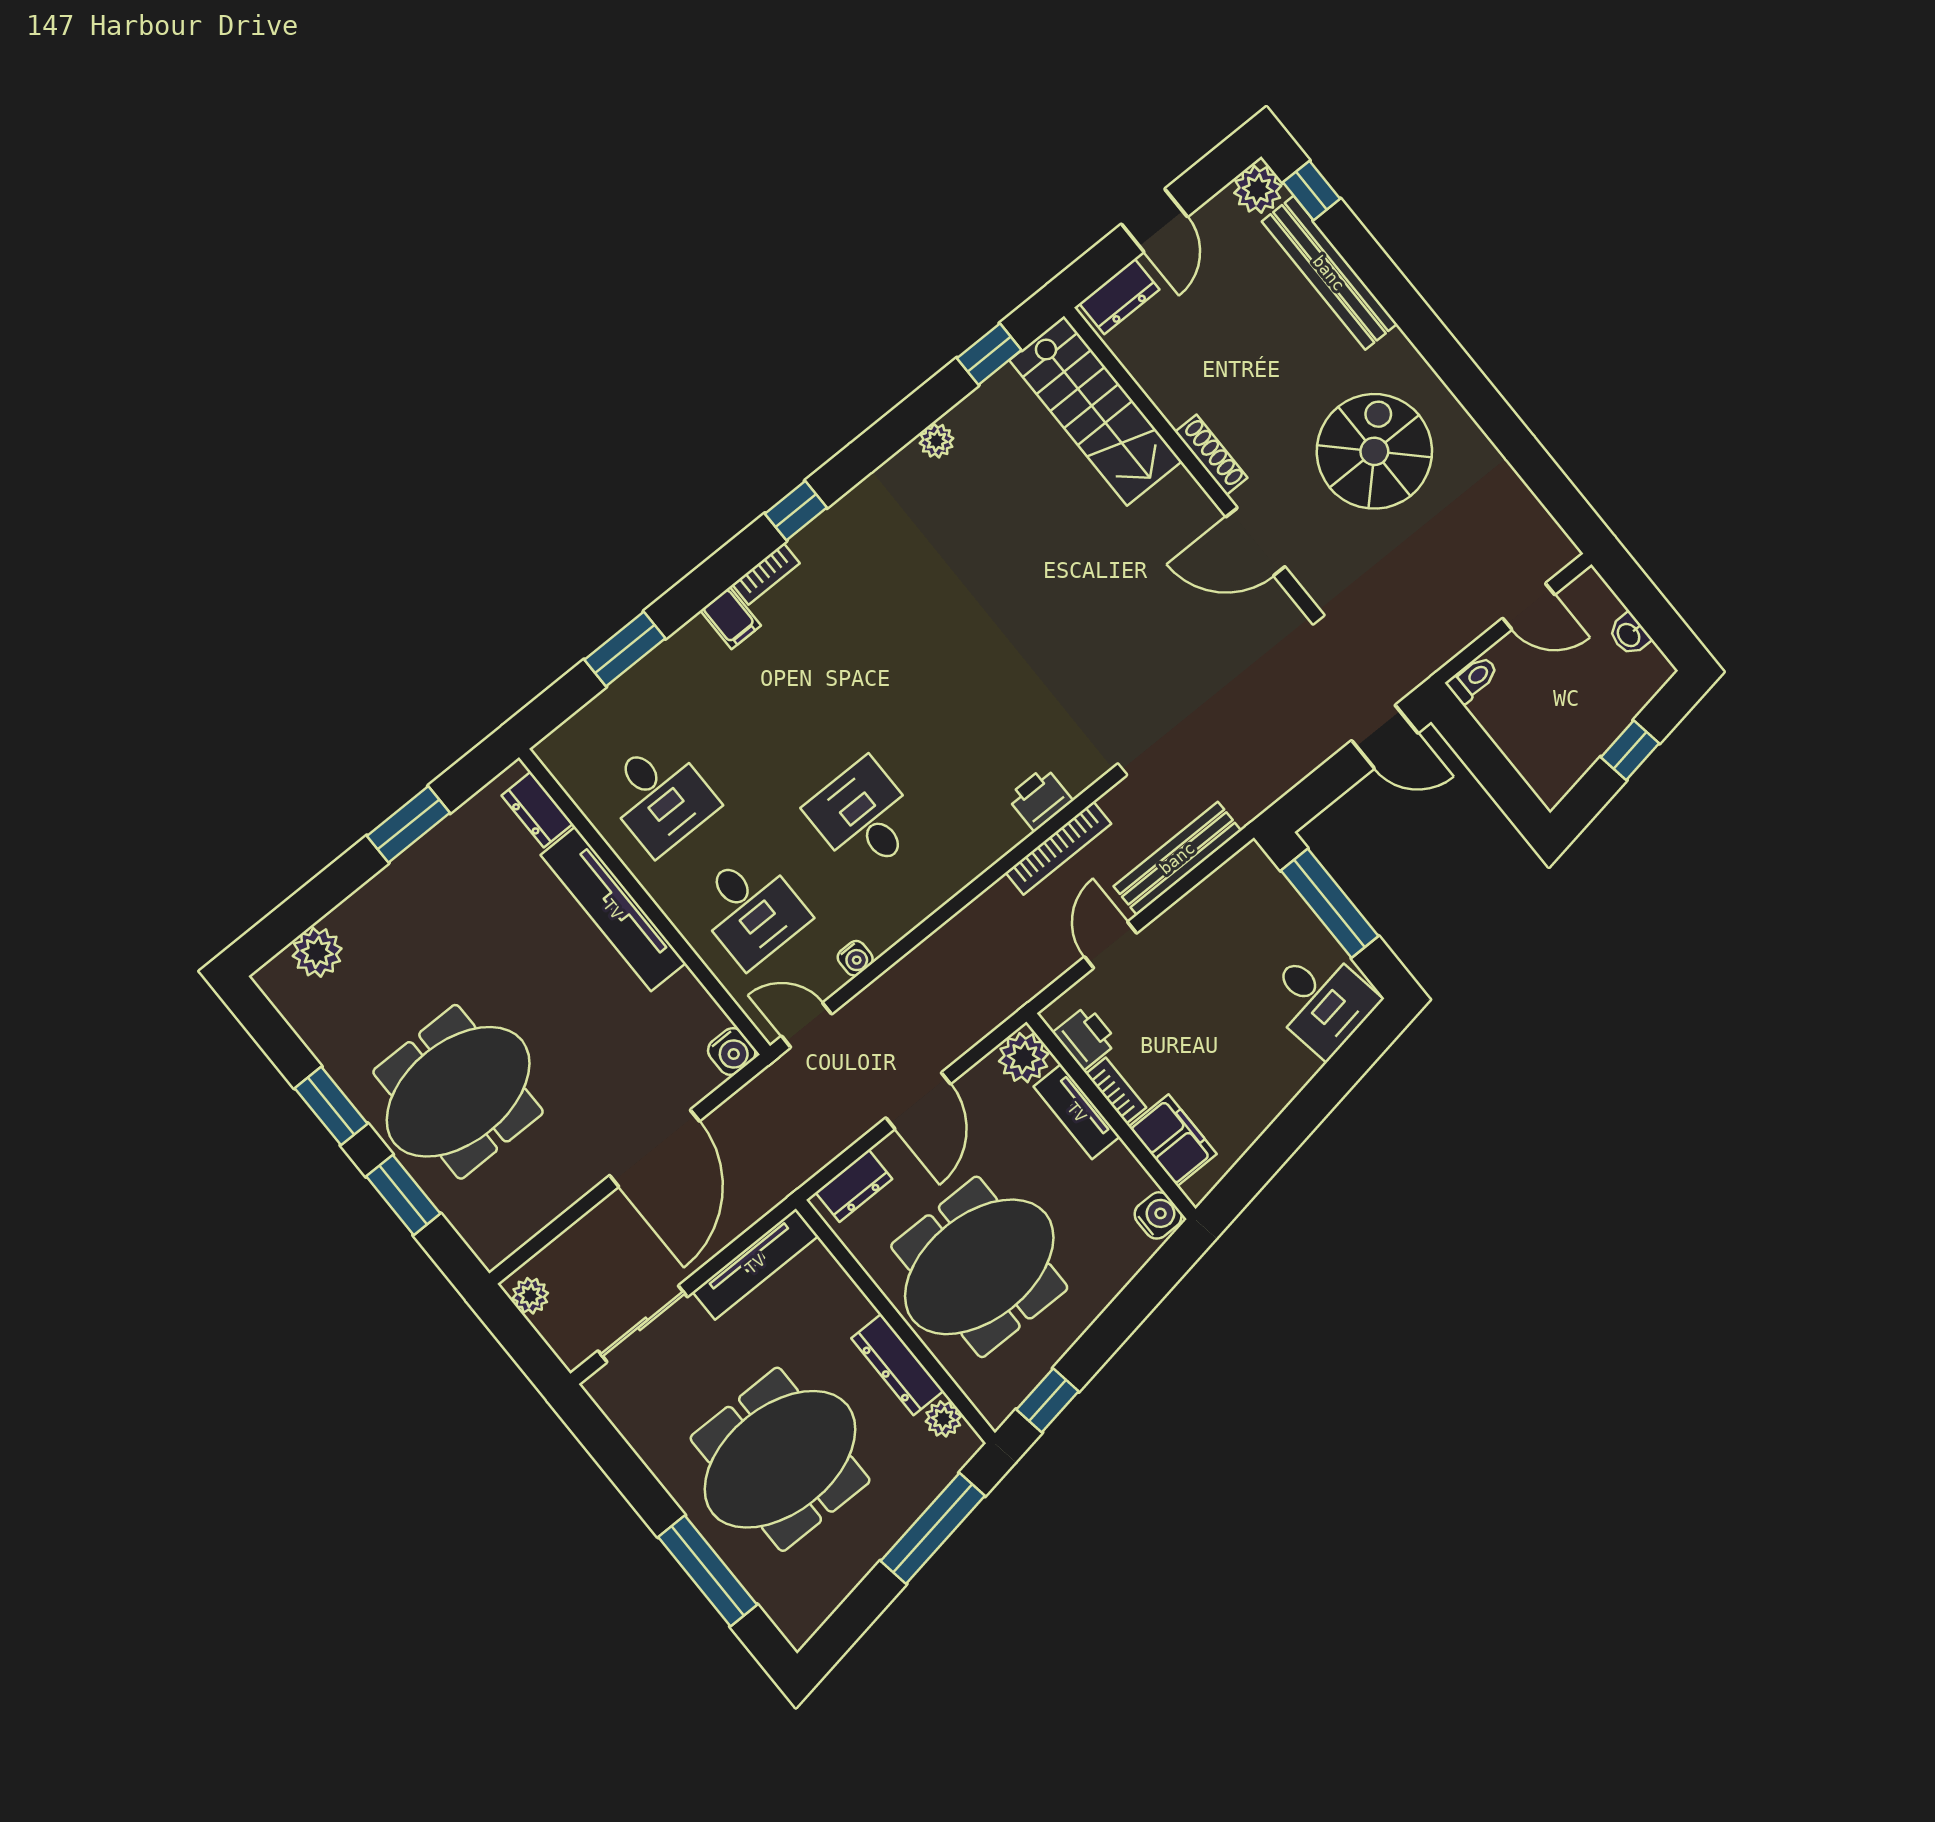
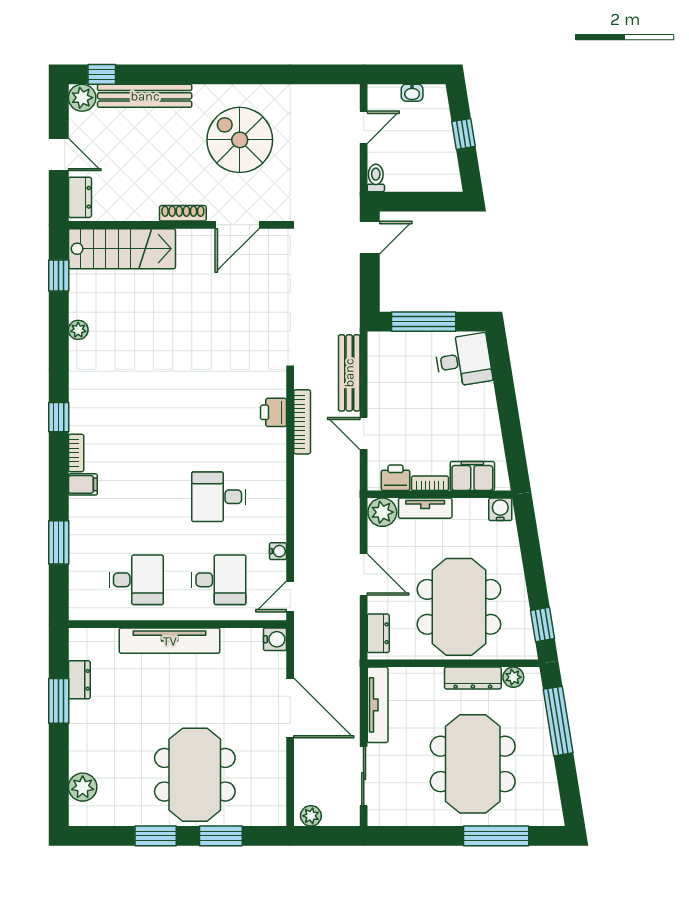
dresser: (537, 810) -> (79, 680), moved, turned -90

